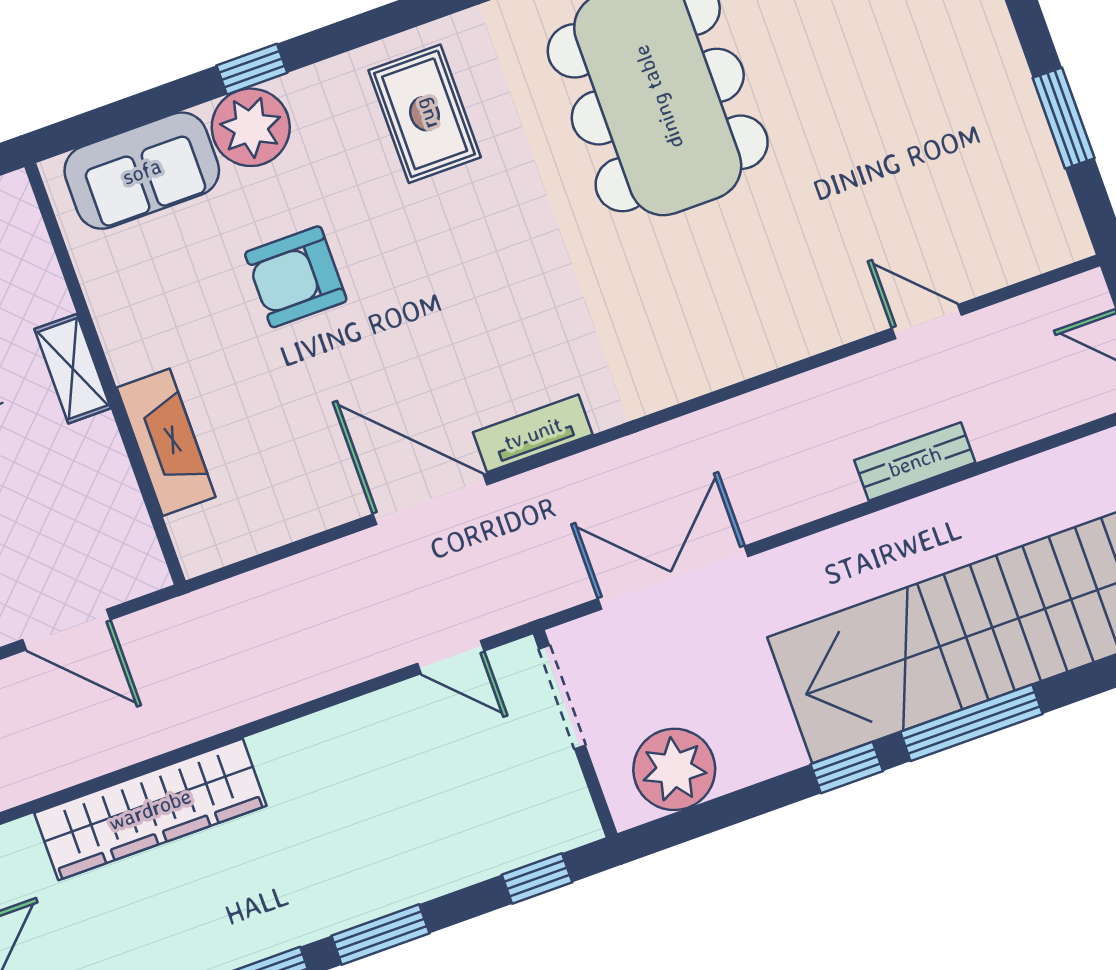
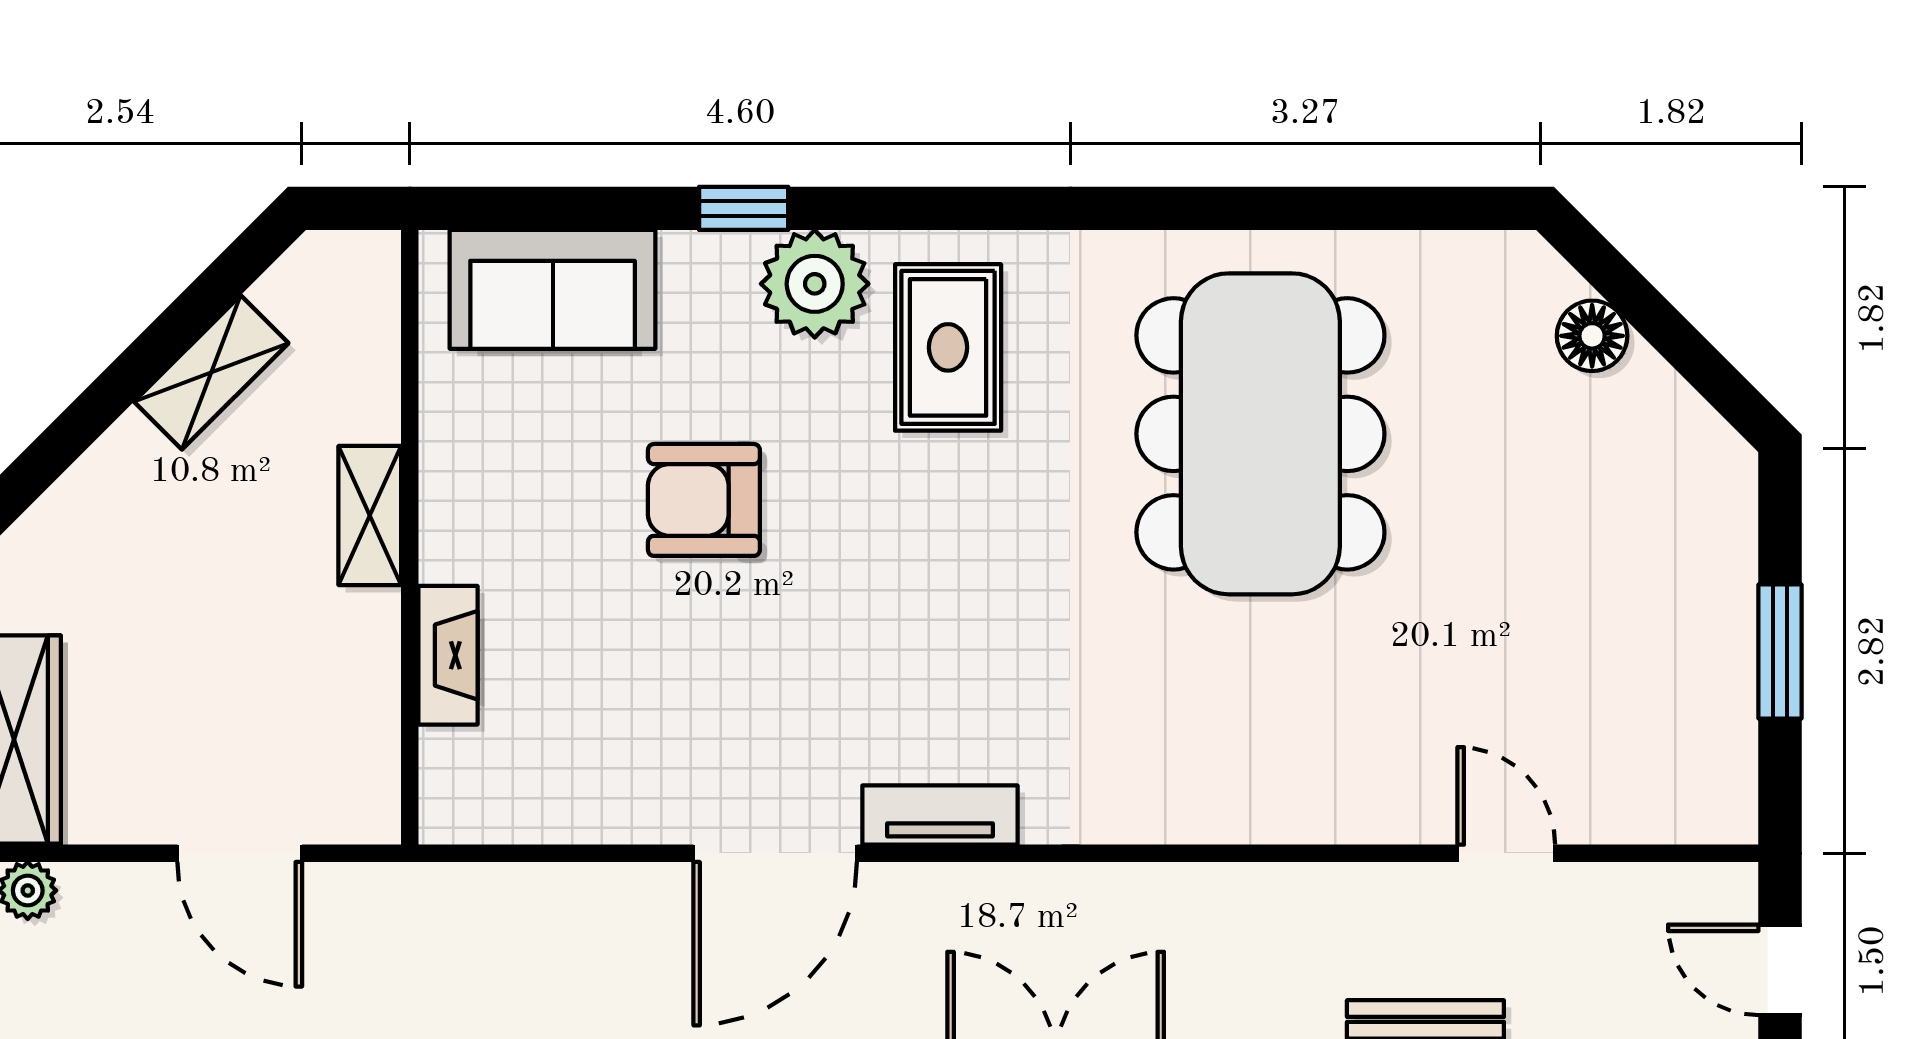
plant: (251, 127) -> (815, 284), moved
fireplace: (166, 442) -> (448, 655), width x0.73, depth x0.76
door: (430, 500) -> (775, 853), swing flipped

